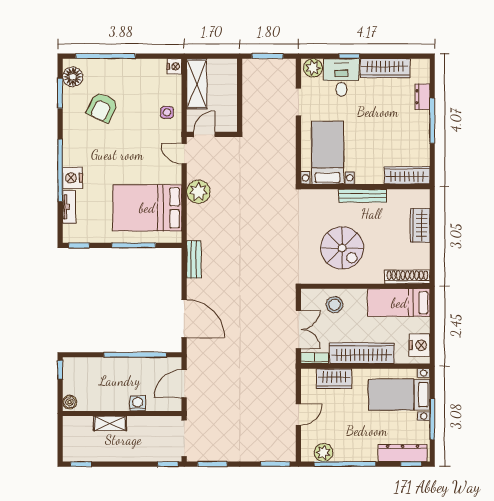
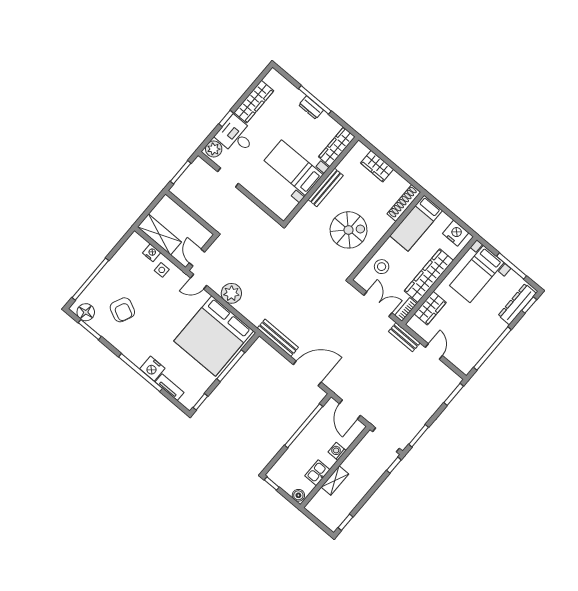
nightstand: (175, 66) -> (152, 253), moved
dresser: (423, 97) -> (311, 108), moved
bed with nightstands: (328, 153) -> (294, 168), moved
bed: (147, 208) -> (214, 336), width x1.36
bench: (194, 259) -> (278, 338), width x1.36
bench: (289, 378) -> (404, 337), added
kitchen sink: (104, 402) -> (317, 473), added
plant: (324, 453) -> (473, 356), removed

